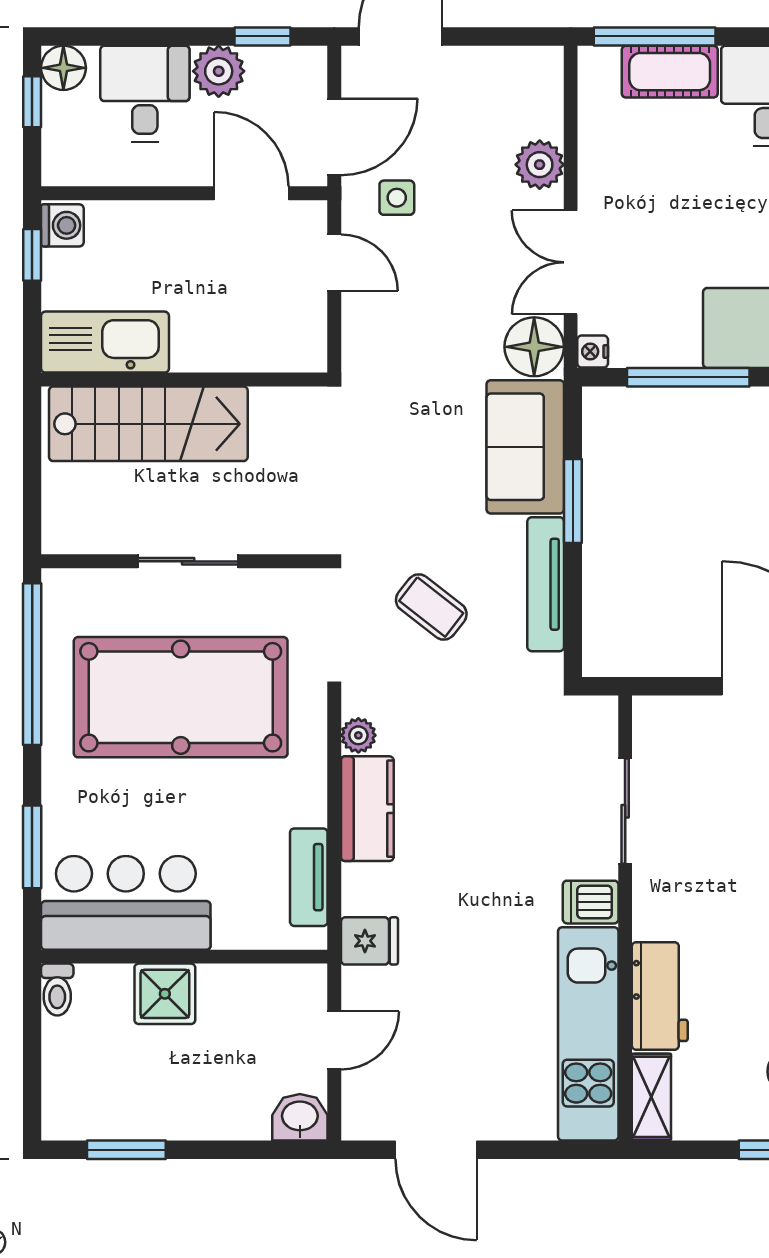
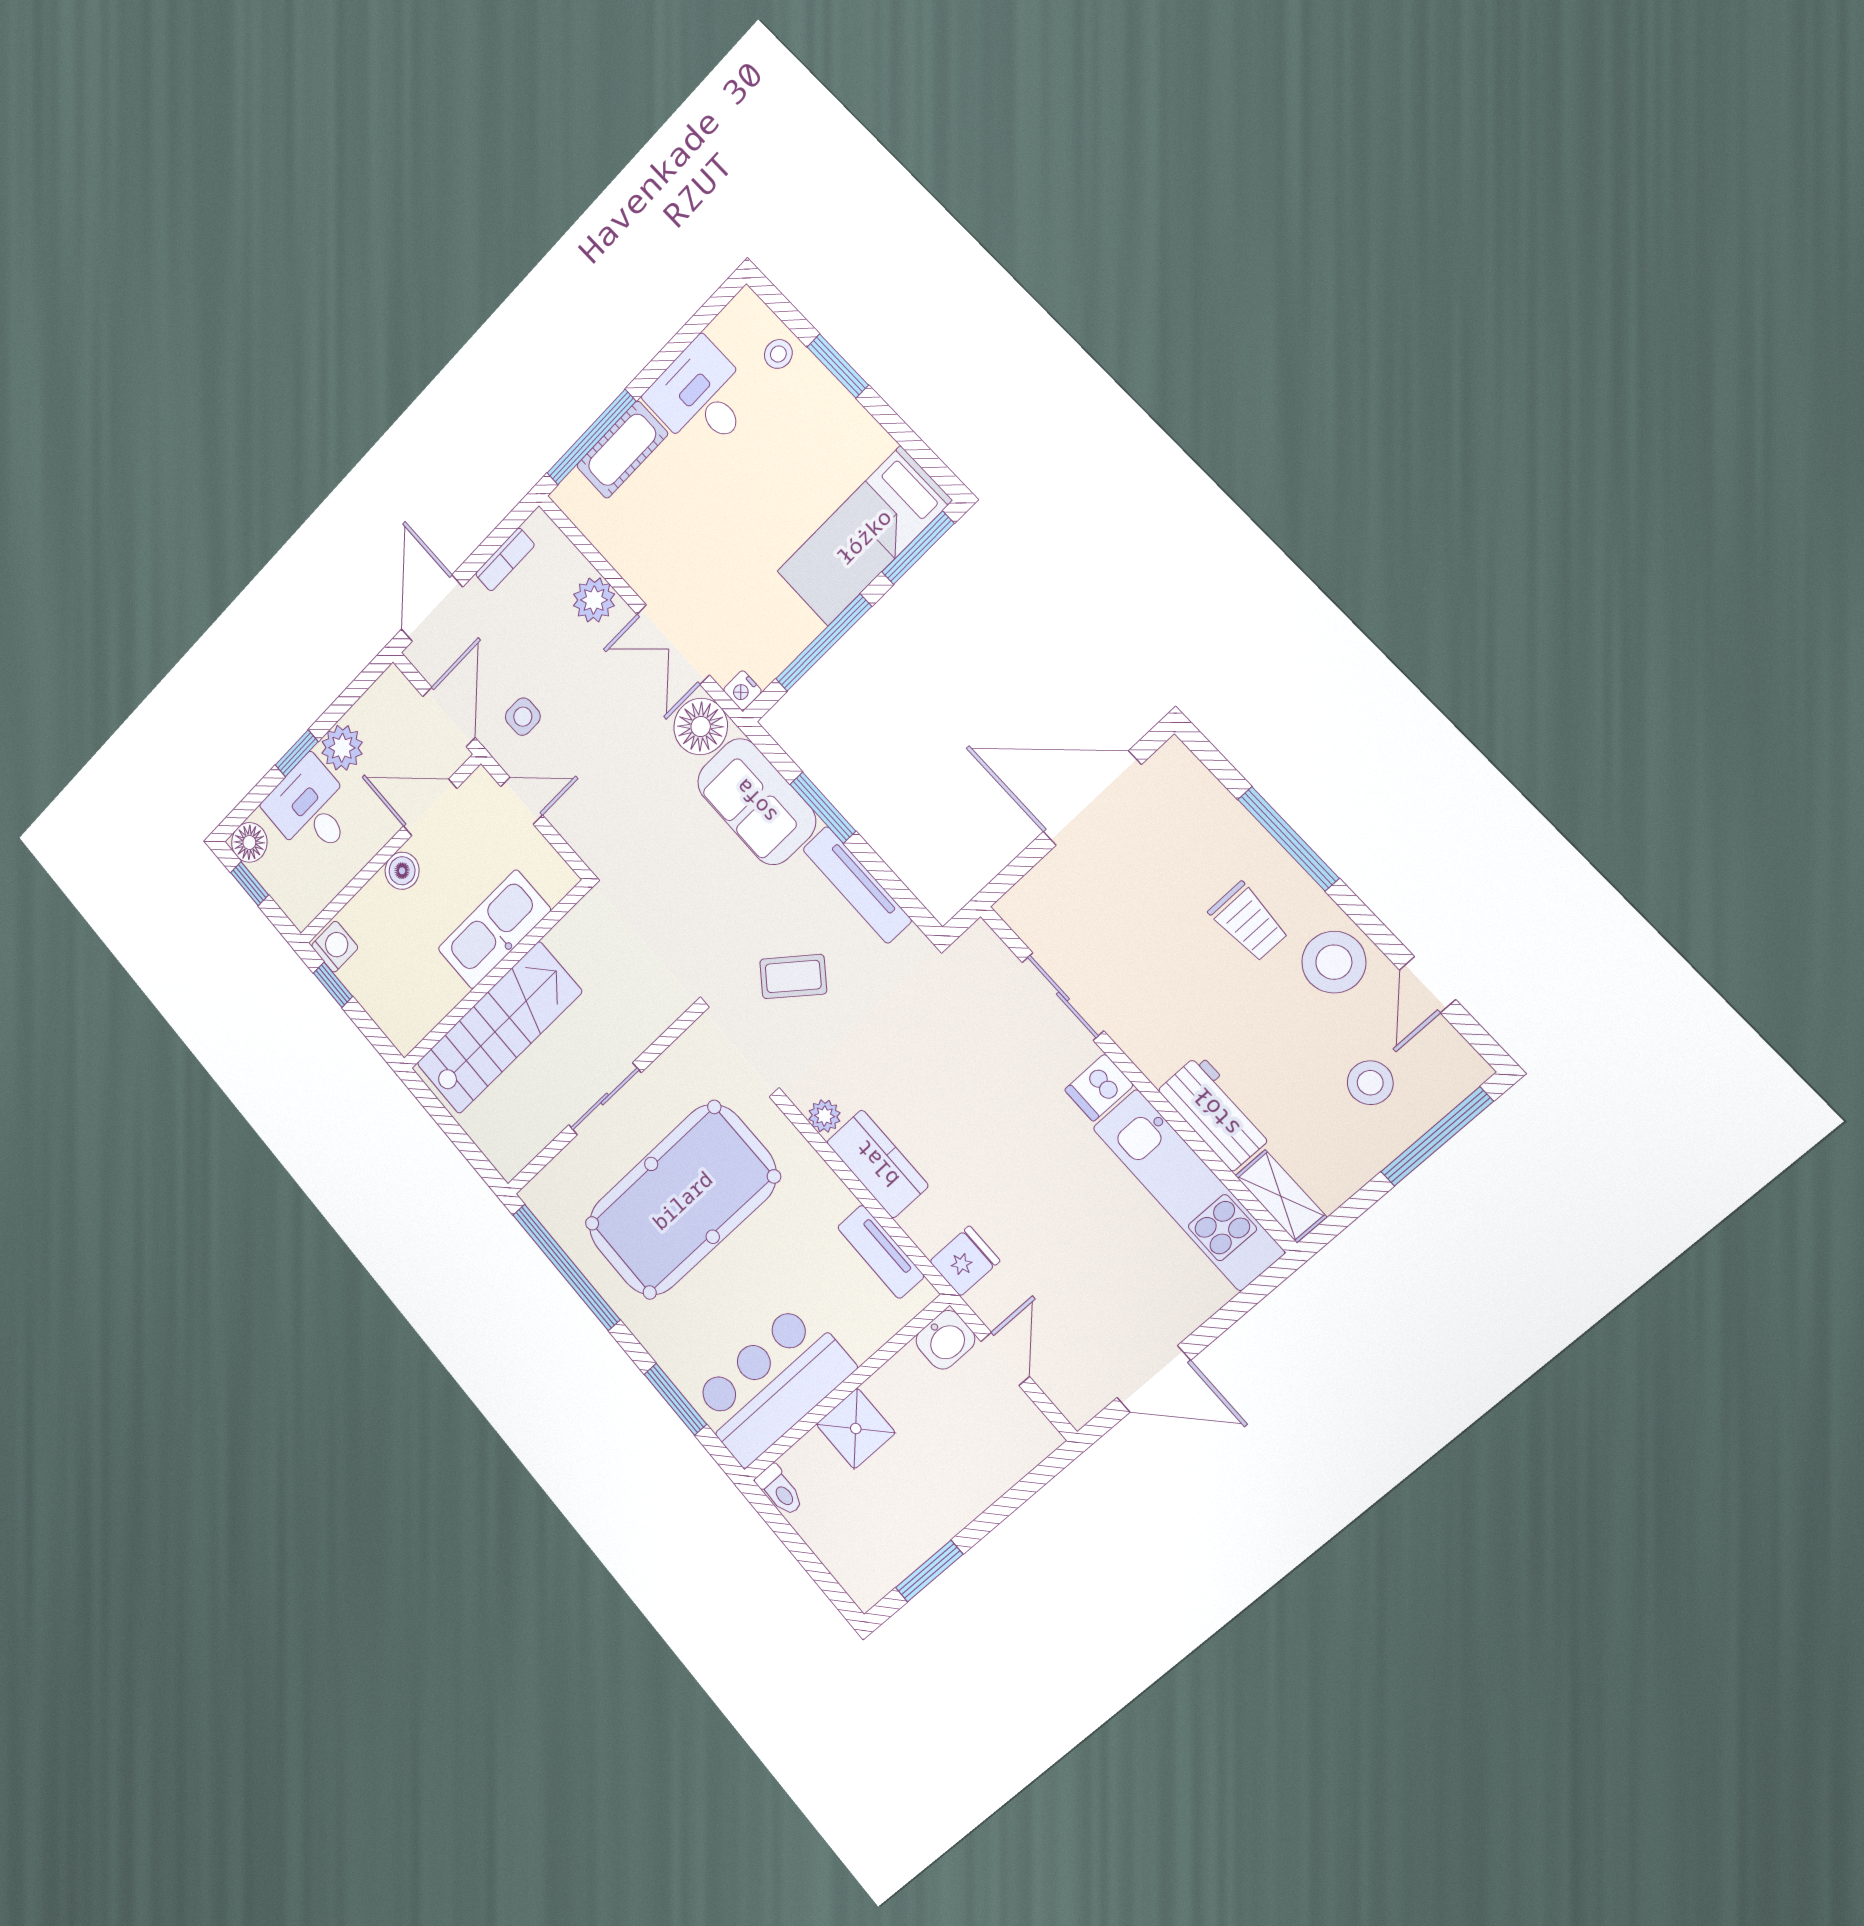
window: (262, 36) -> (297, 753), moved
bookcase: (497, 60) -> (505, 560), added
boiler: (180, 220) -> (402, 871), added
kitchen sink: (105, 342) -> (494, 929), moved
washbasin: (300, 1117) -> (945, 1340), moved, turned 180

